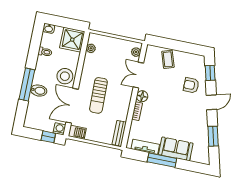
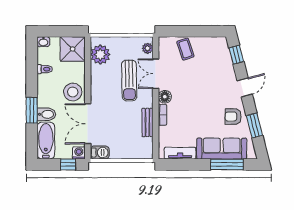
plant: (91, 48) -> (100, 55), width x1.88, depth x1.88
window: (27, 84) -> (32, 110), width x0.69
armchair: (191, 85) -> (233, 117), moved
sun lounger: (98, 95) -> (129, 80), moved
bathtub: (34, 113) -> (46, 141), added
bench: (119, 133) -> (147, 122), moved
sofa: (176, 149) -> (222, 149), width x1.36
window: (162, 160) -> (227, 164), moved

